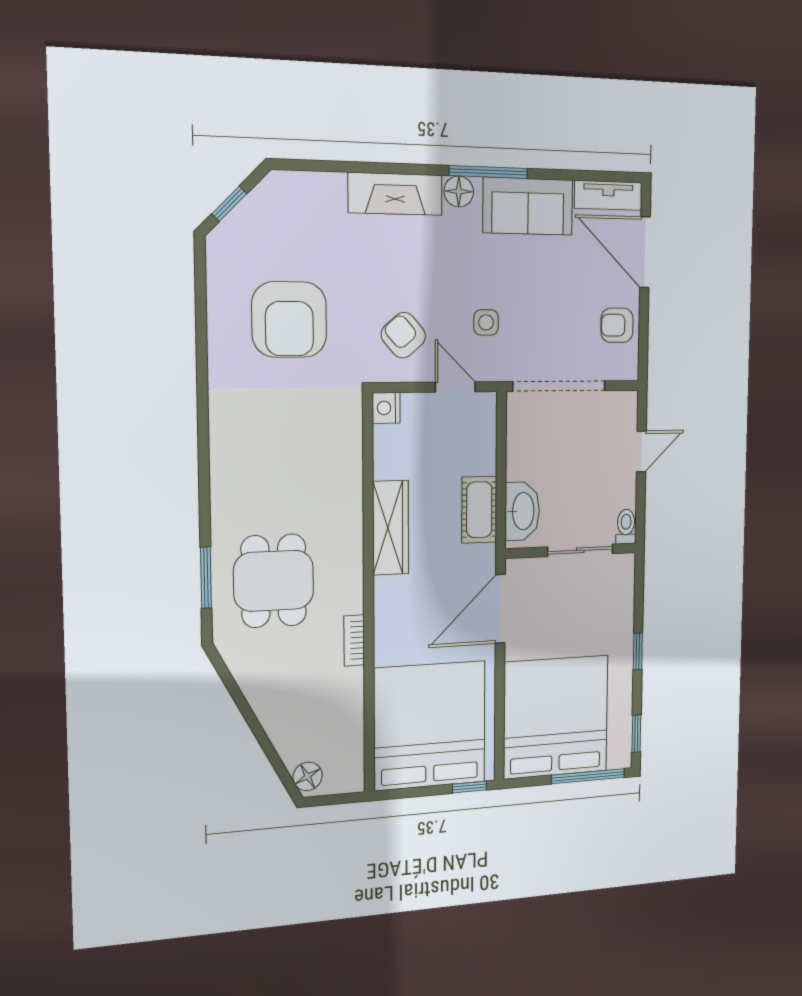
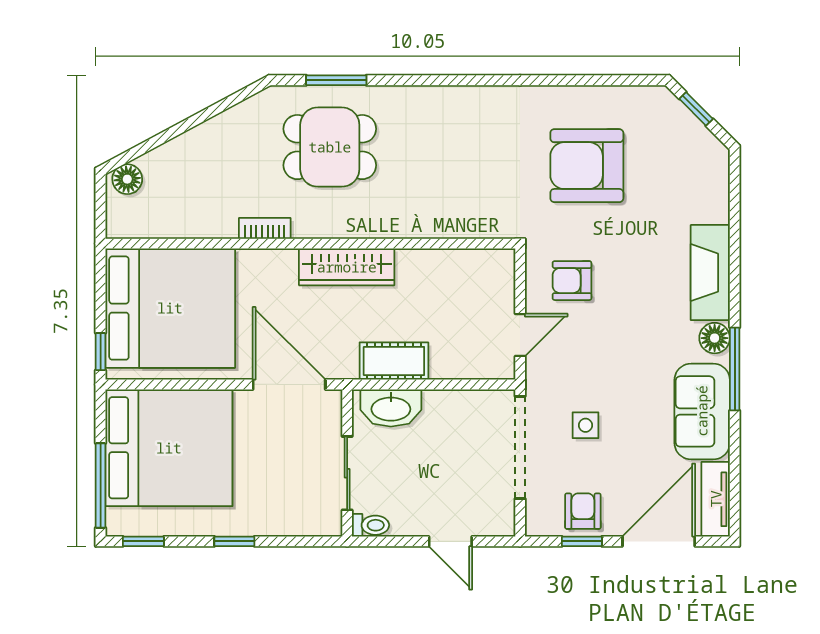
side table: (486, 322) -> (585, 425), moved
window: (644, 326) -> (582, 541), added
armchair: (403, 335) -> (572, 281), turned -139
nightstand: (386, 408) -> (500, 263), removed
wardrobe: (391, 528) -> (347, 267), moved

